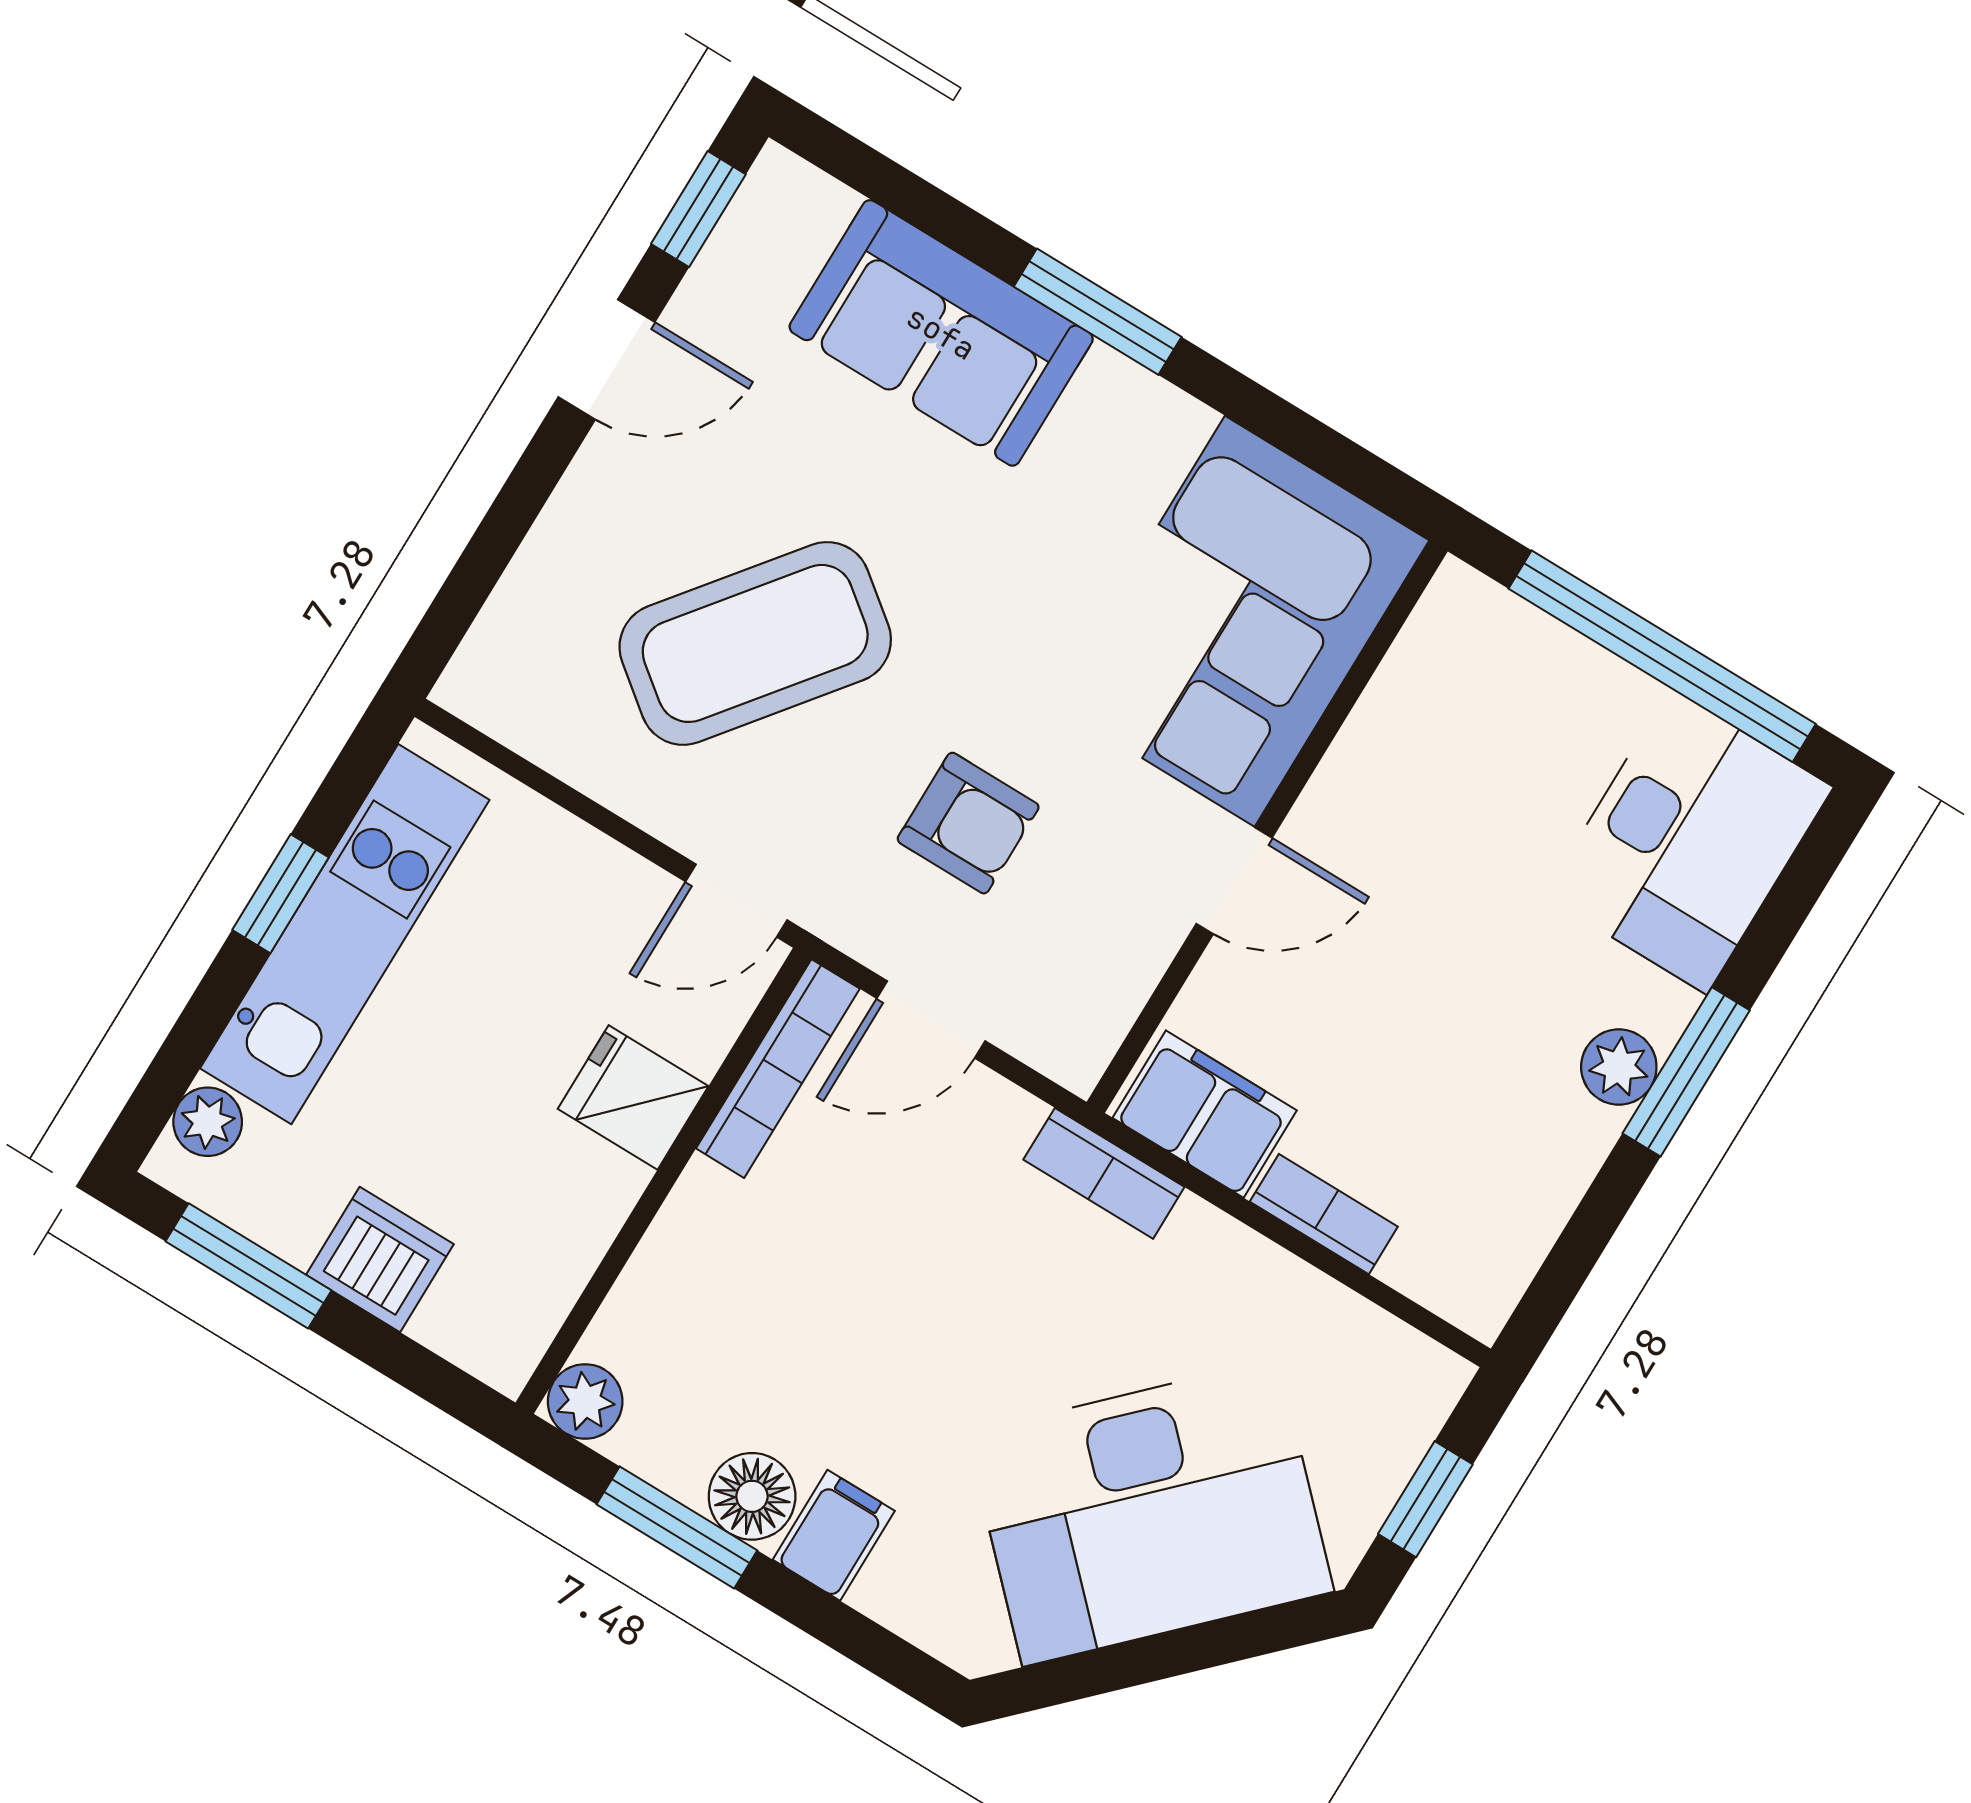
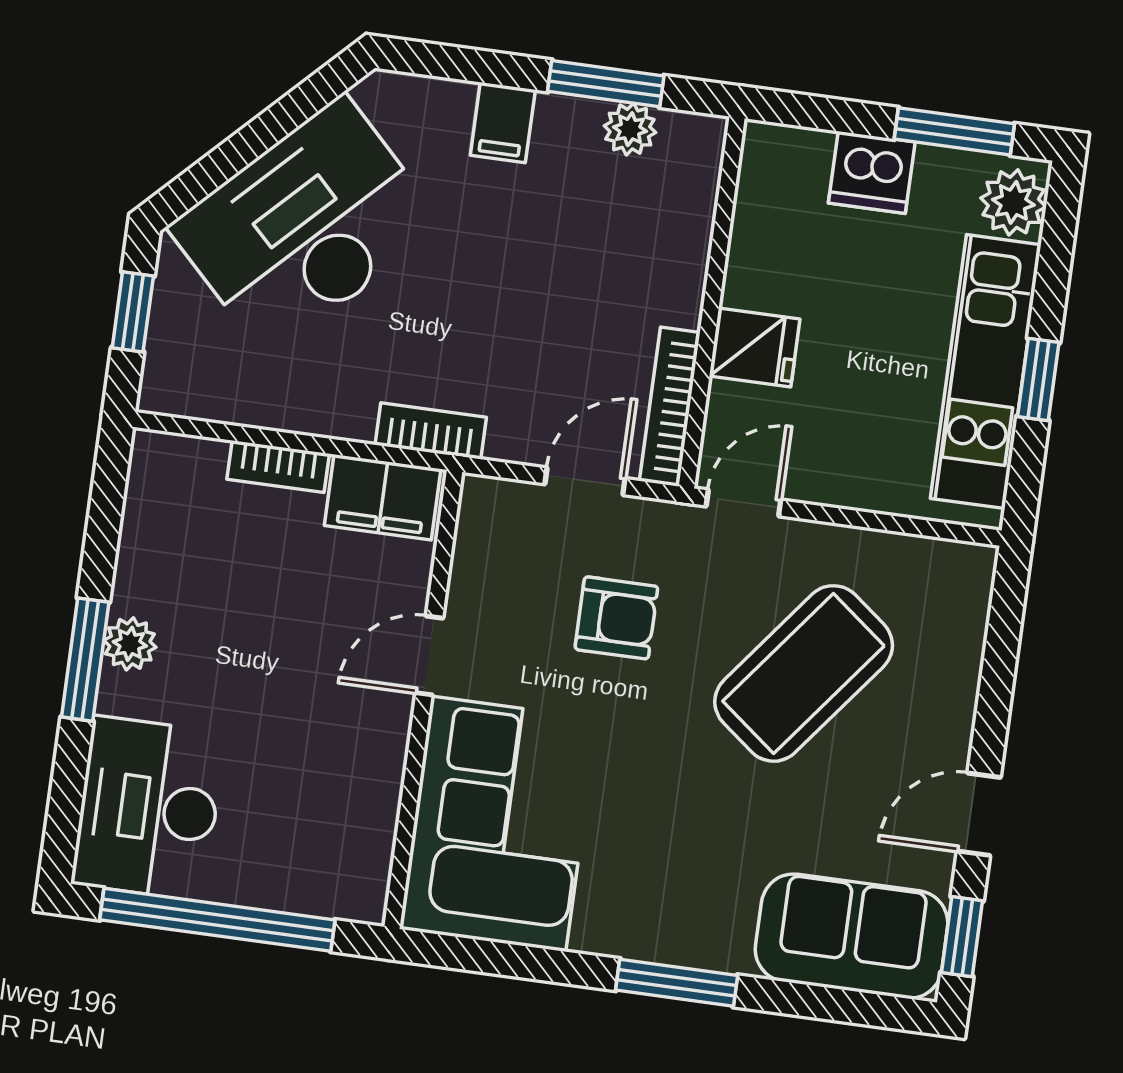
sofa: (941, 333) -> (852, 936), moved
armchair: (968, 823) -> (616, 618), turned 180
plant: (208, 1122) -> (1013, 202), width x1.38, depth x1.38
plant: (585, 1401) -> (630, 129), moved
floor lamp: (752, 1496) -> (566, 125), removed

